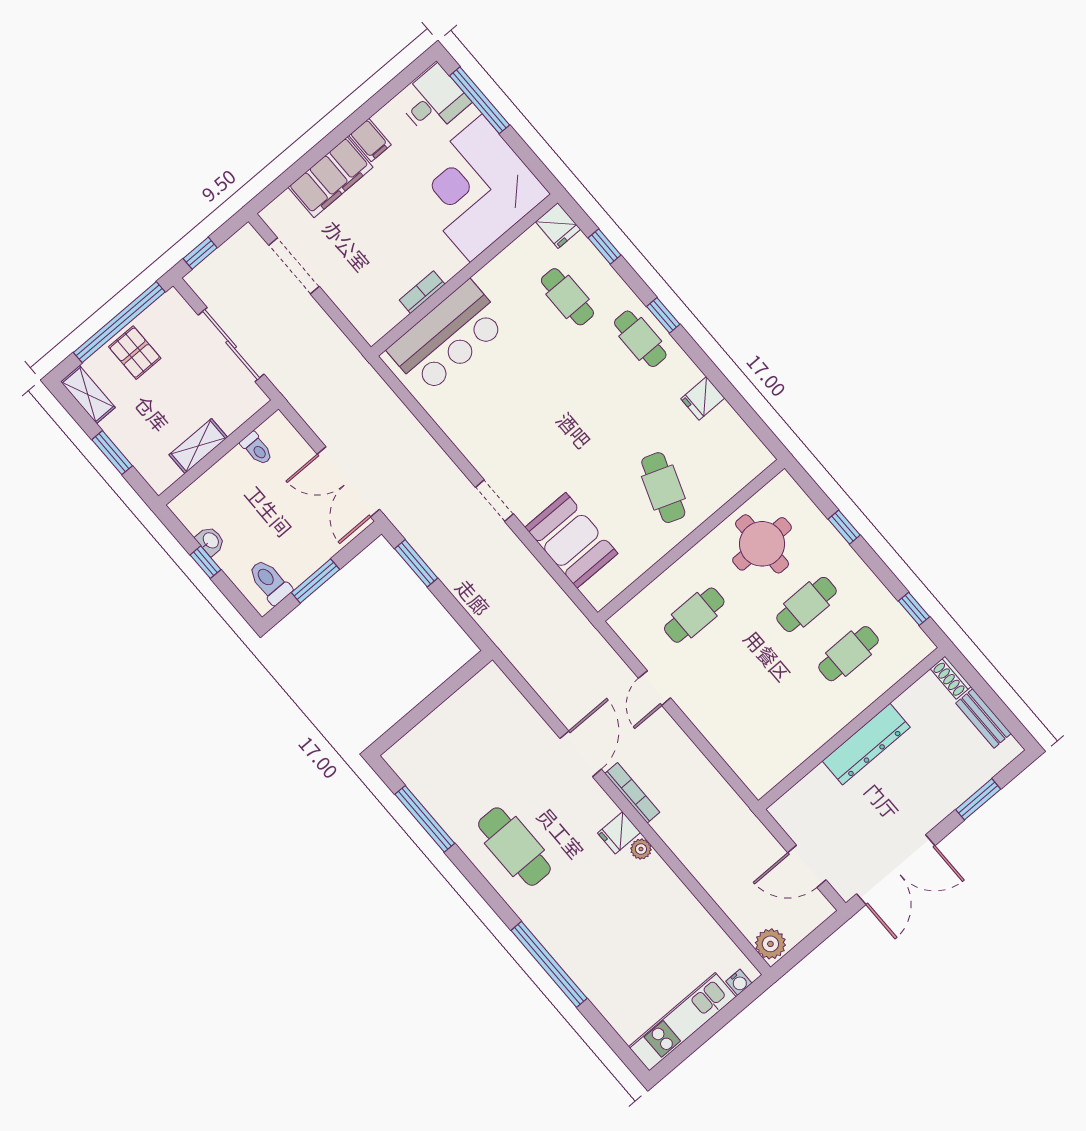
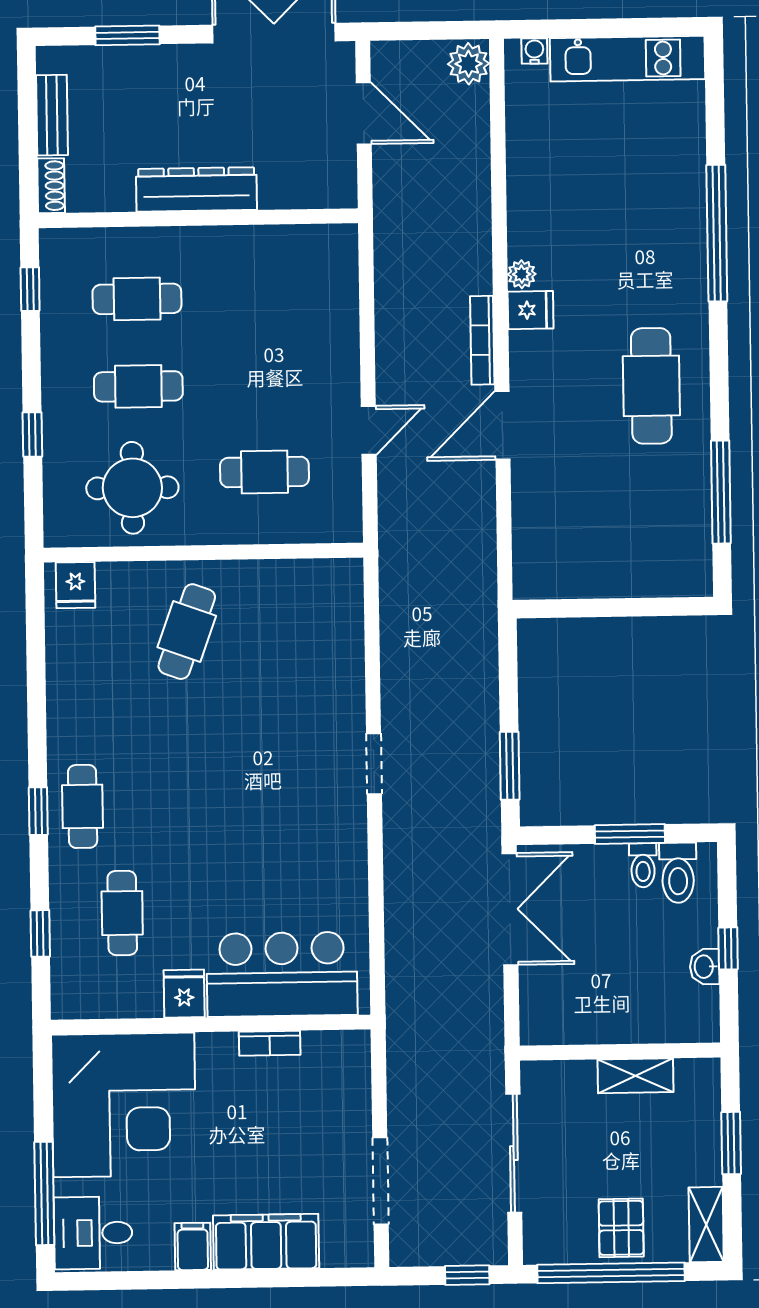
fridge: (558, 225) -> (184, 994), moved
fridge: (703, 398) -> (76, 585), moved, turned 90
toilet: (257, 449) -> (643, 865), moved, turned 180
booth: (571, 540) -> (328, 656), removed

